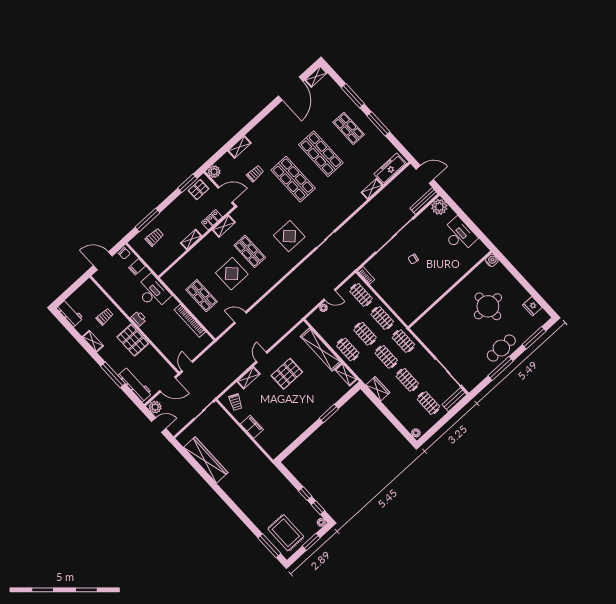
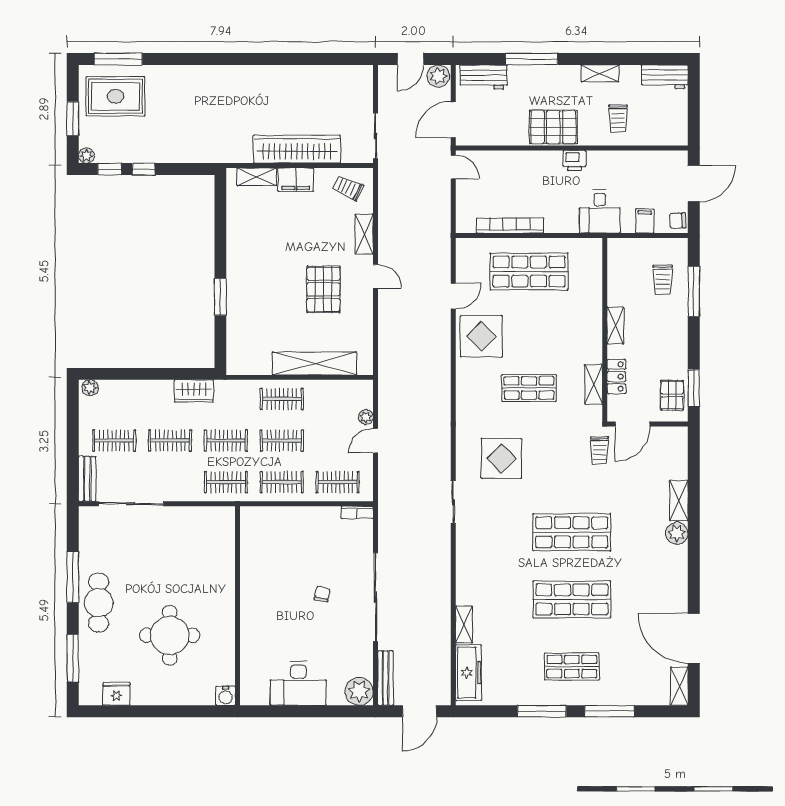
plant: (214, 172) -> (677, 533), moved
trolley: (255, 174) -> (599, 450), moved
display table: (232, 274) -> (481, 336), moved
desk: (153, 292) -> (600, 211), width x0.73
shop shelf: (202, 296) -> (529, 272), width x1.43, depth x1.36
shelving: (346, 375) -> (257, 177), moved
workbench: (135, 384) -> (484, 77), width x0.73
wardrobe: (206, 460) -> (297, 149), moved, turned 180

